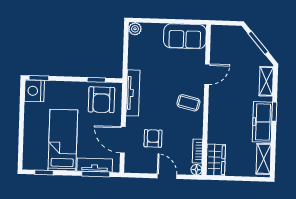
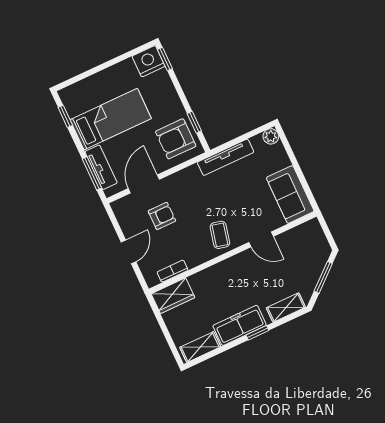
tv unit: (133, 93) -> (226, 157), moved
floor lamp: (196, 170) -> (152, 280), removed

